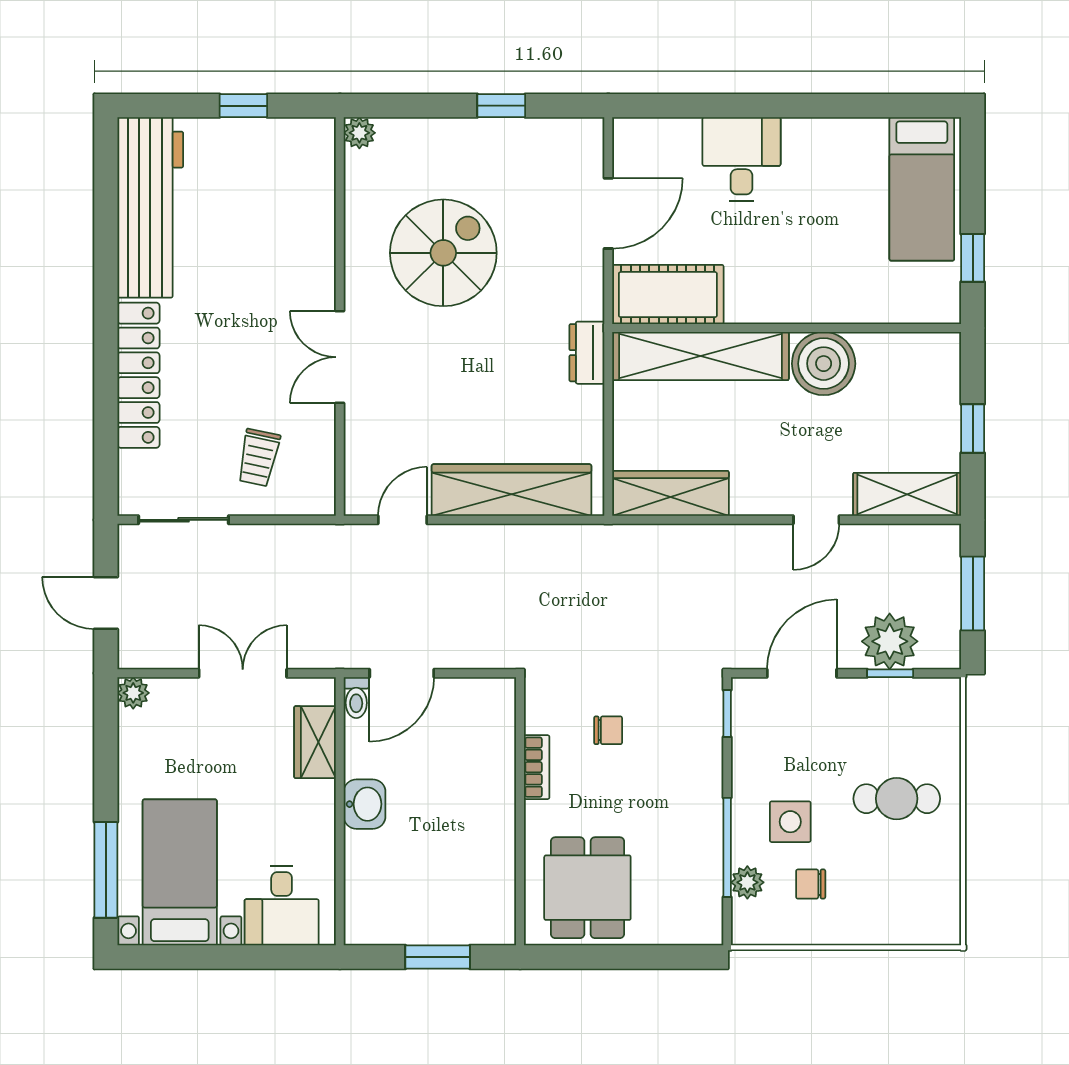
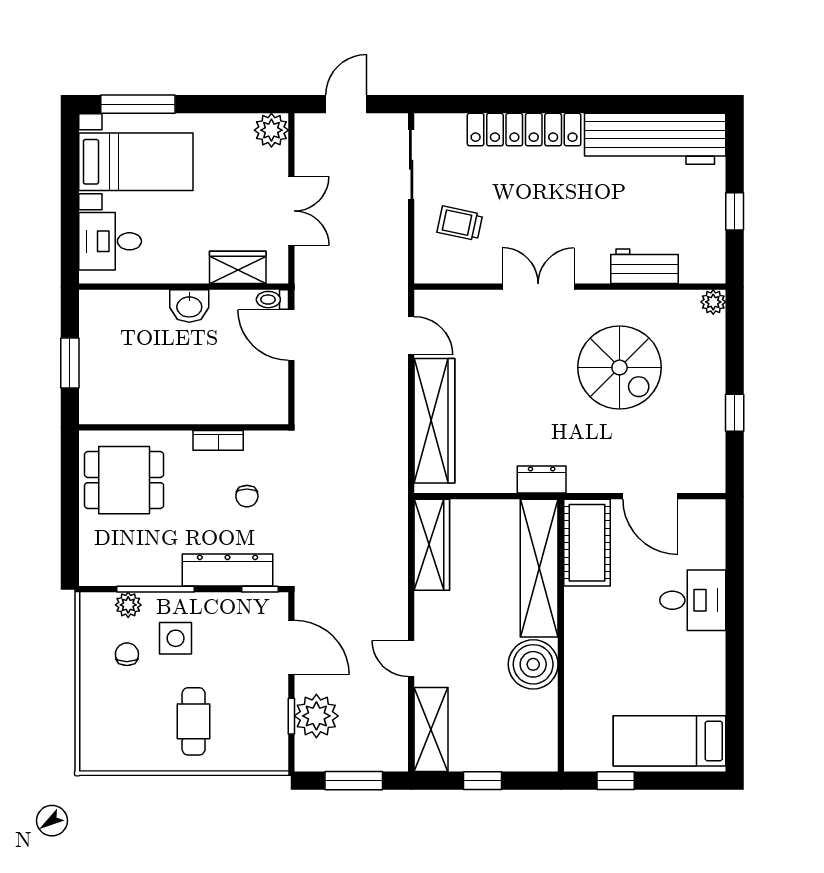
workbench: (314, 221) -> (644, 266), added
plant: (133, 693) -> (271, 130), width x1.38, depth x1.38
dresser: (703, 755) -> (228, 570), added

